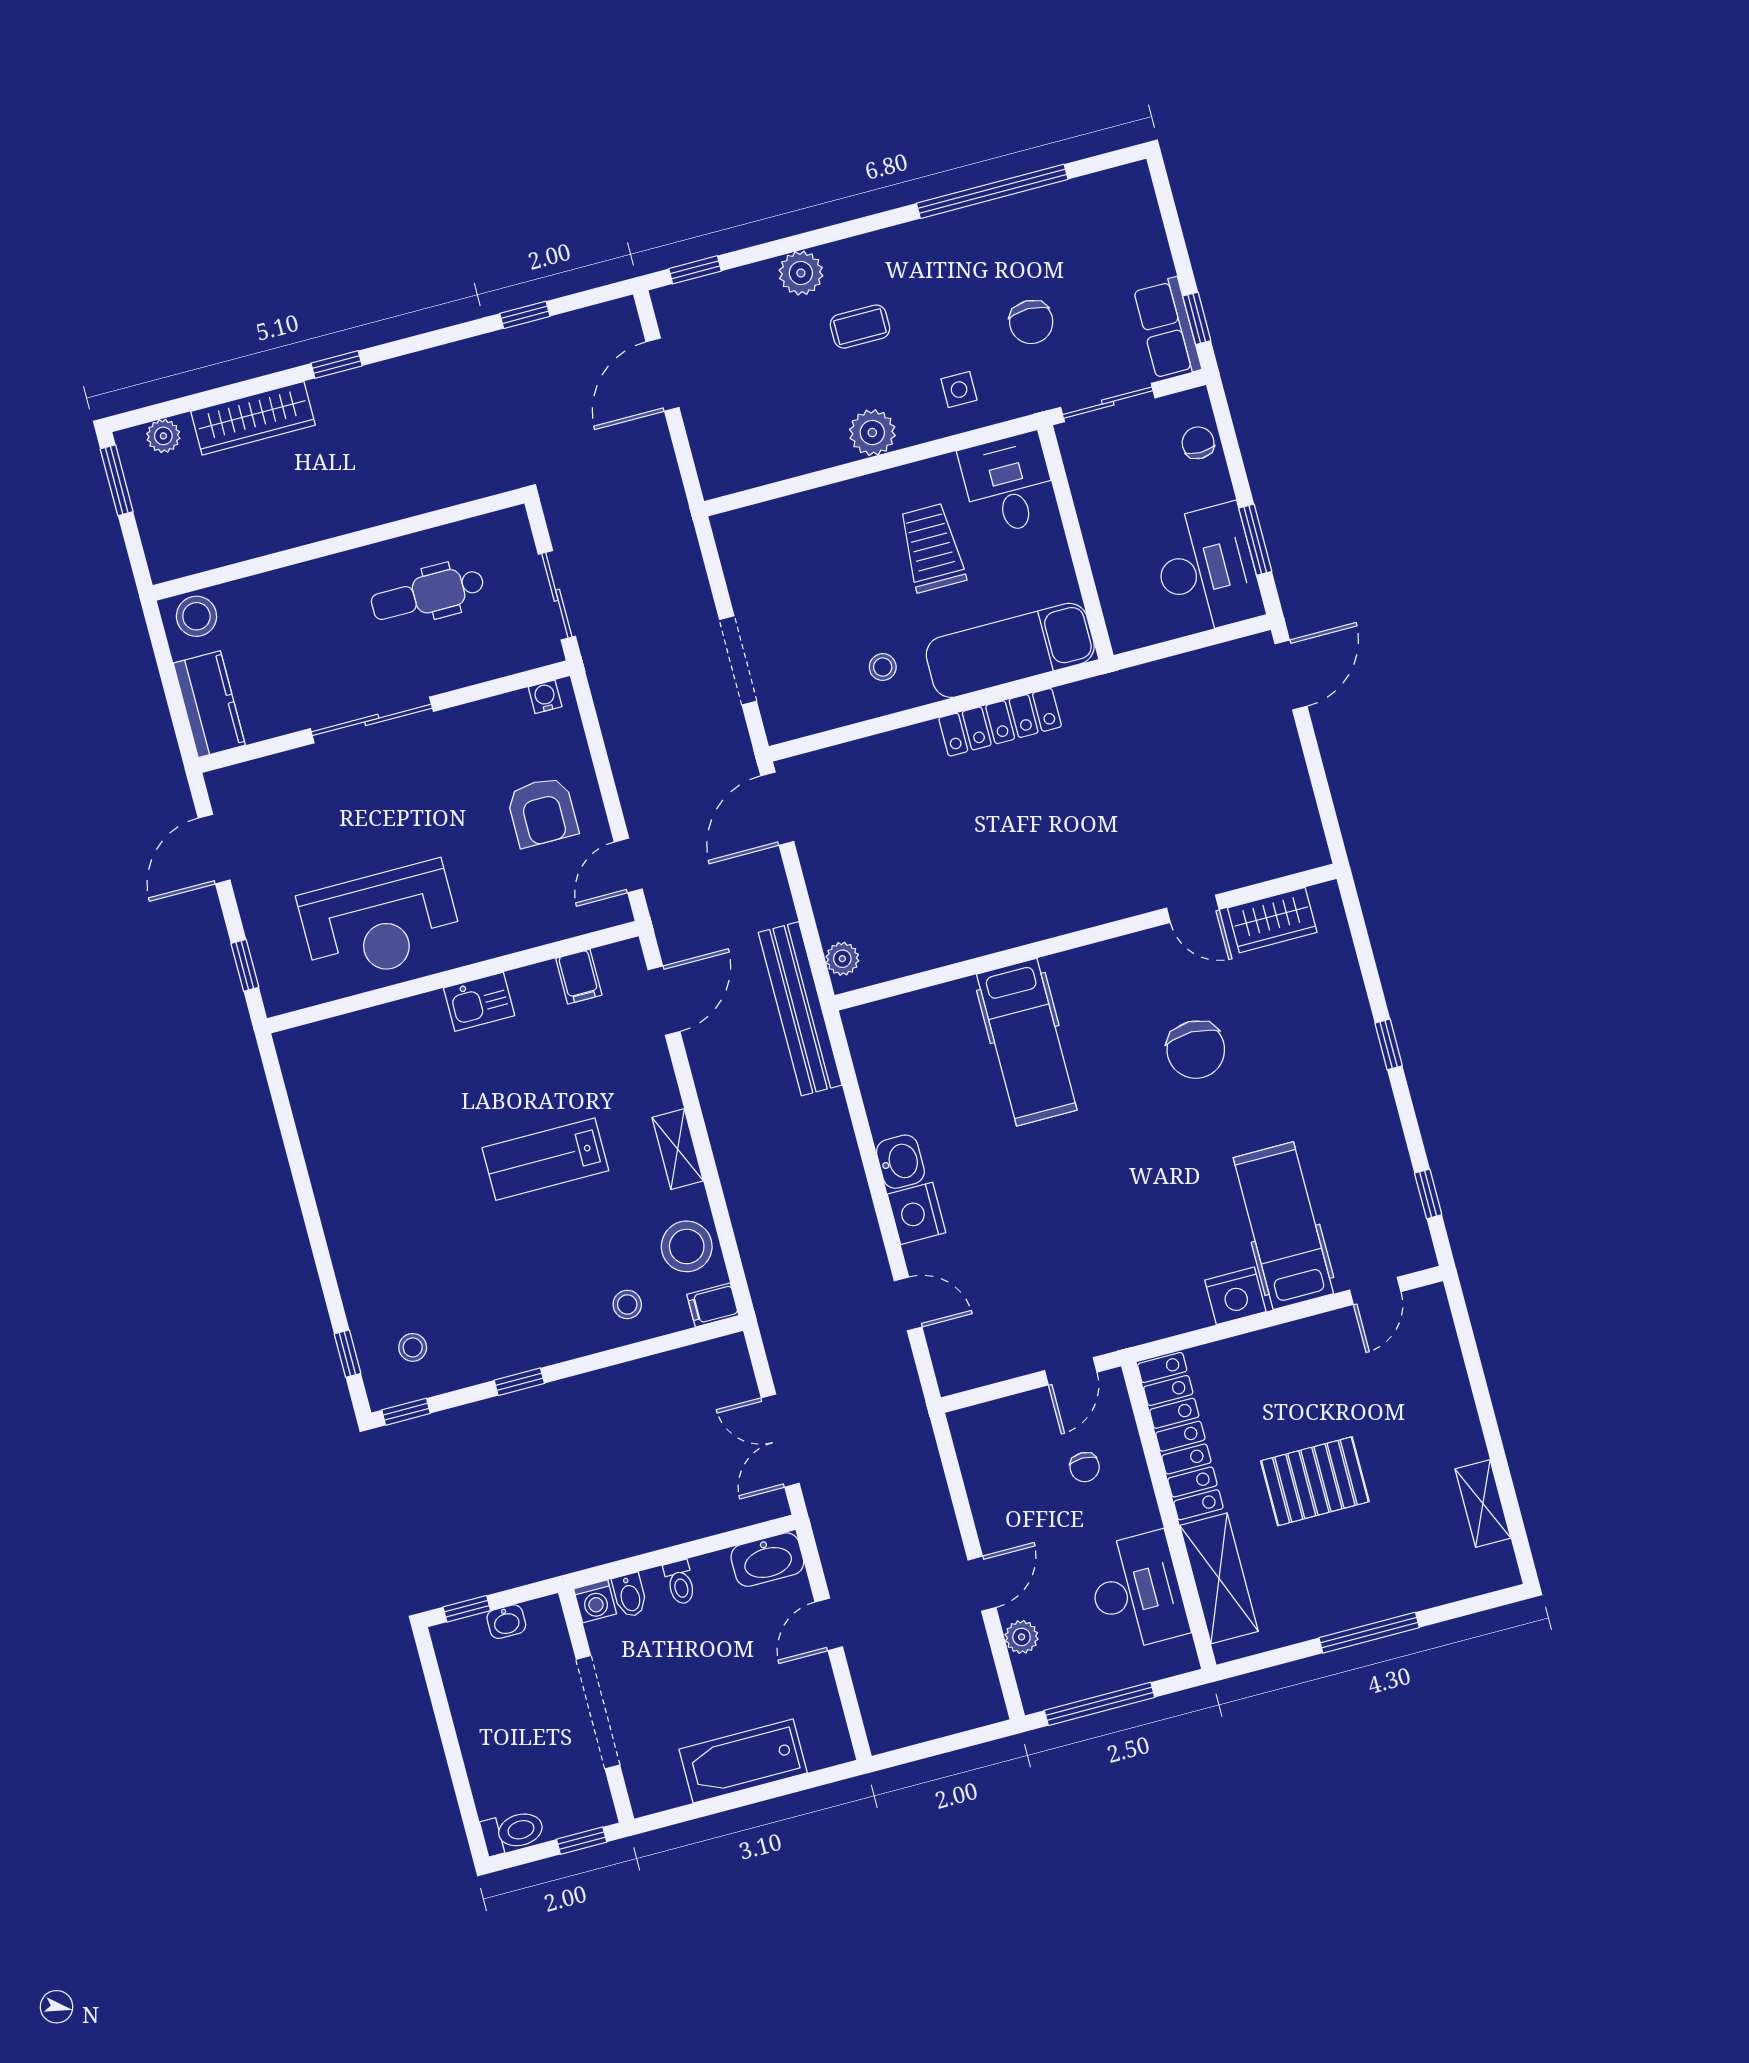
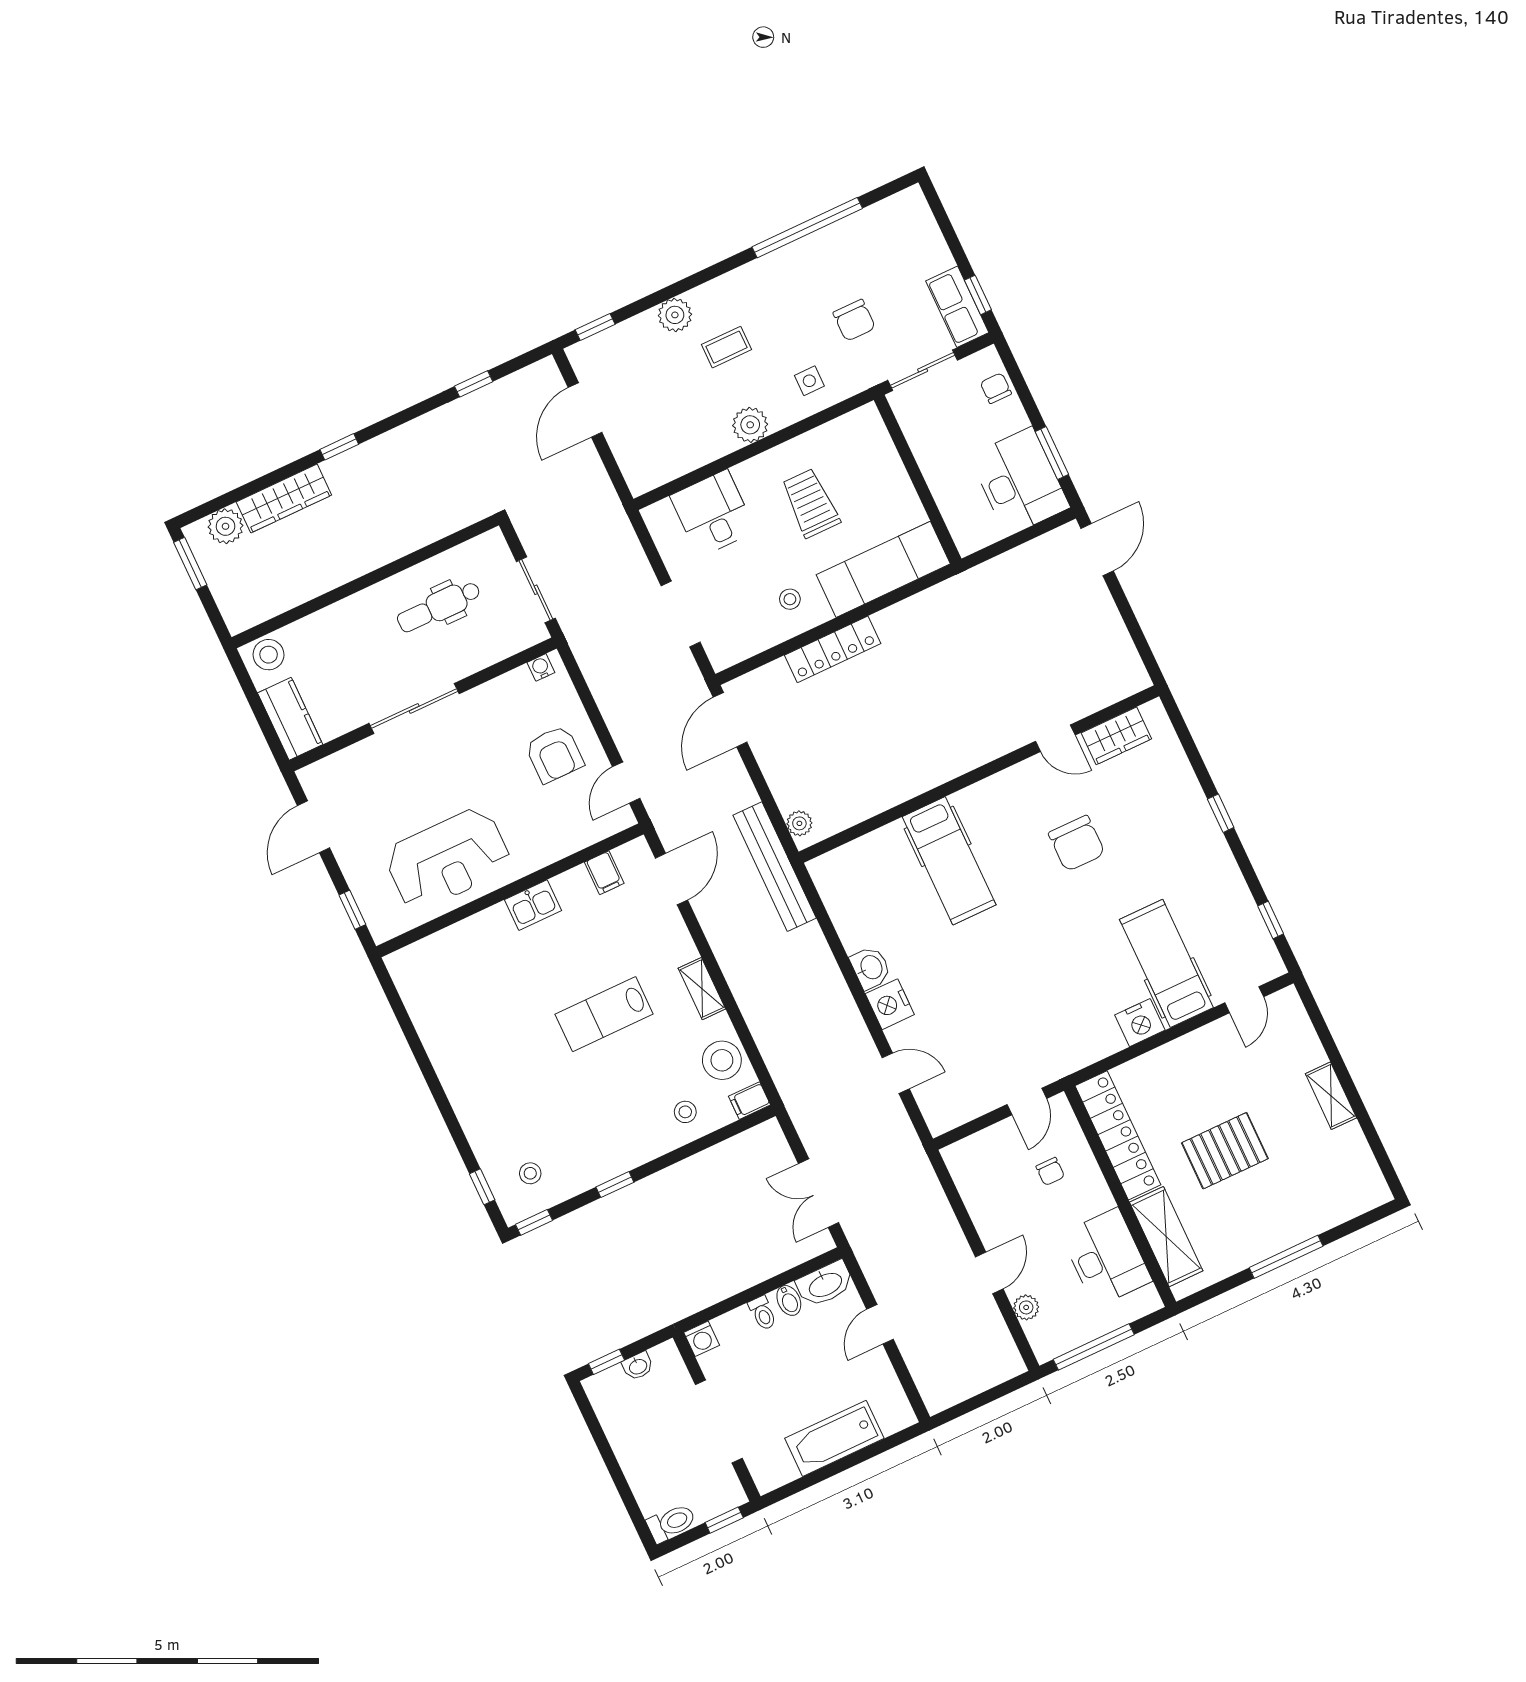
plant: (163, 436) -> (226, 526), width x1.38, depth x1.38
desk: (1008, 484) -> (713, 513), moved
locker: (1000, 722) -> (833, 649), moved
shelving: (1483, 1504) -> (1331, 1096), moved
bidet: (630, 1595) -> (789, 1300), moved

